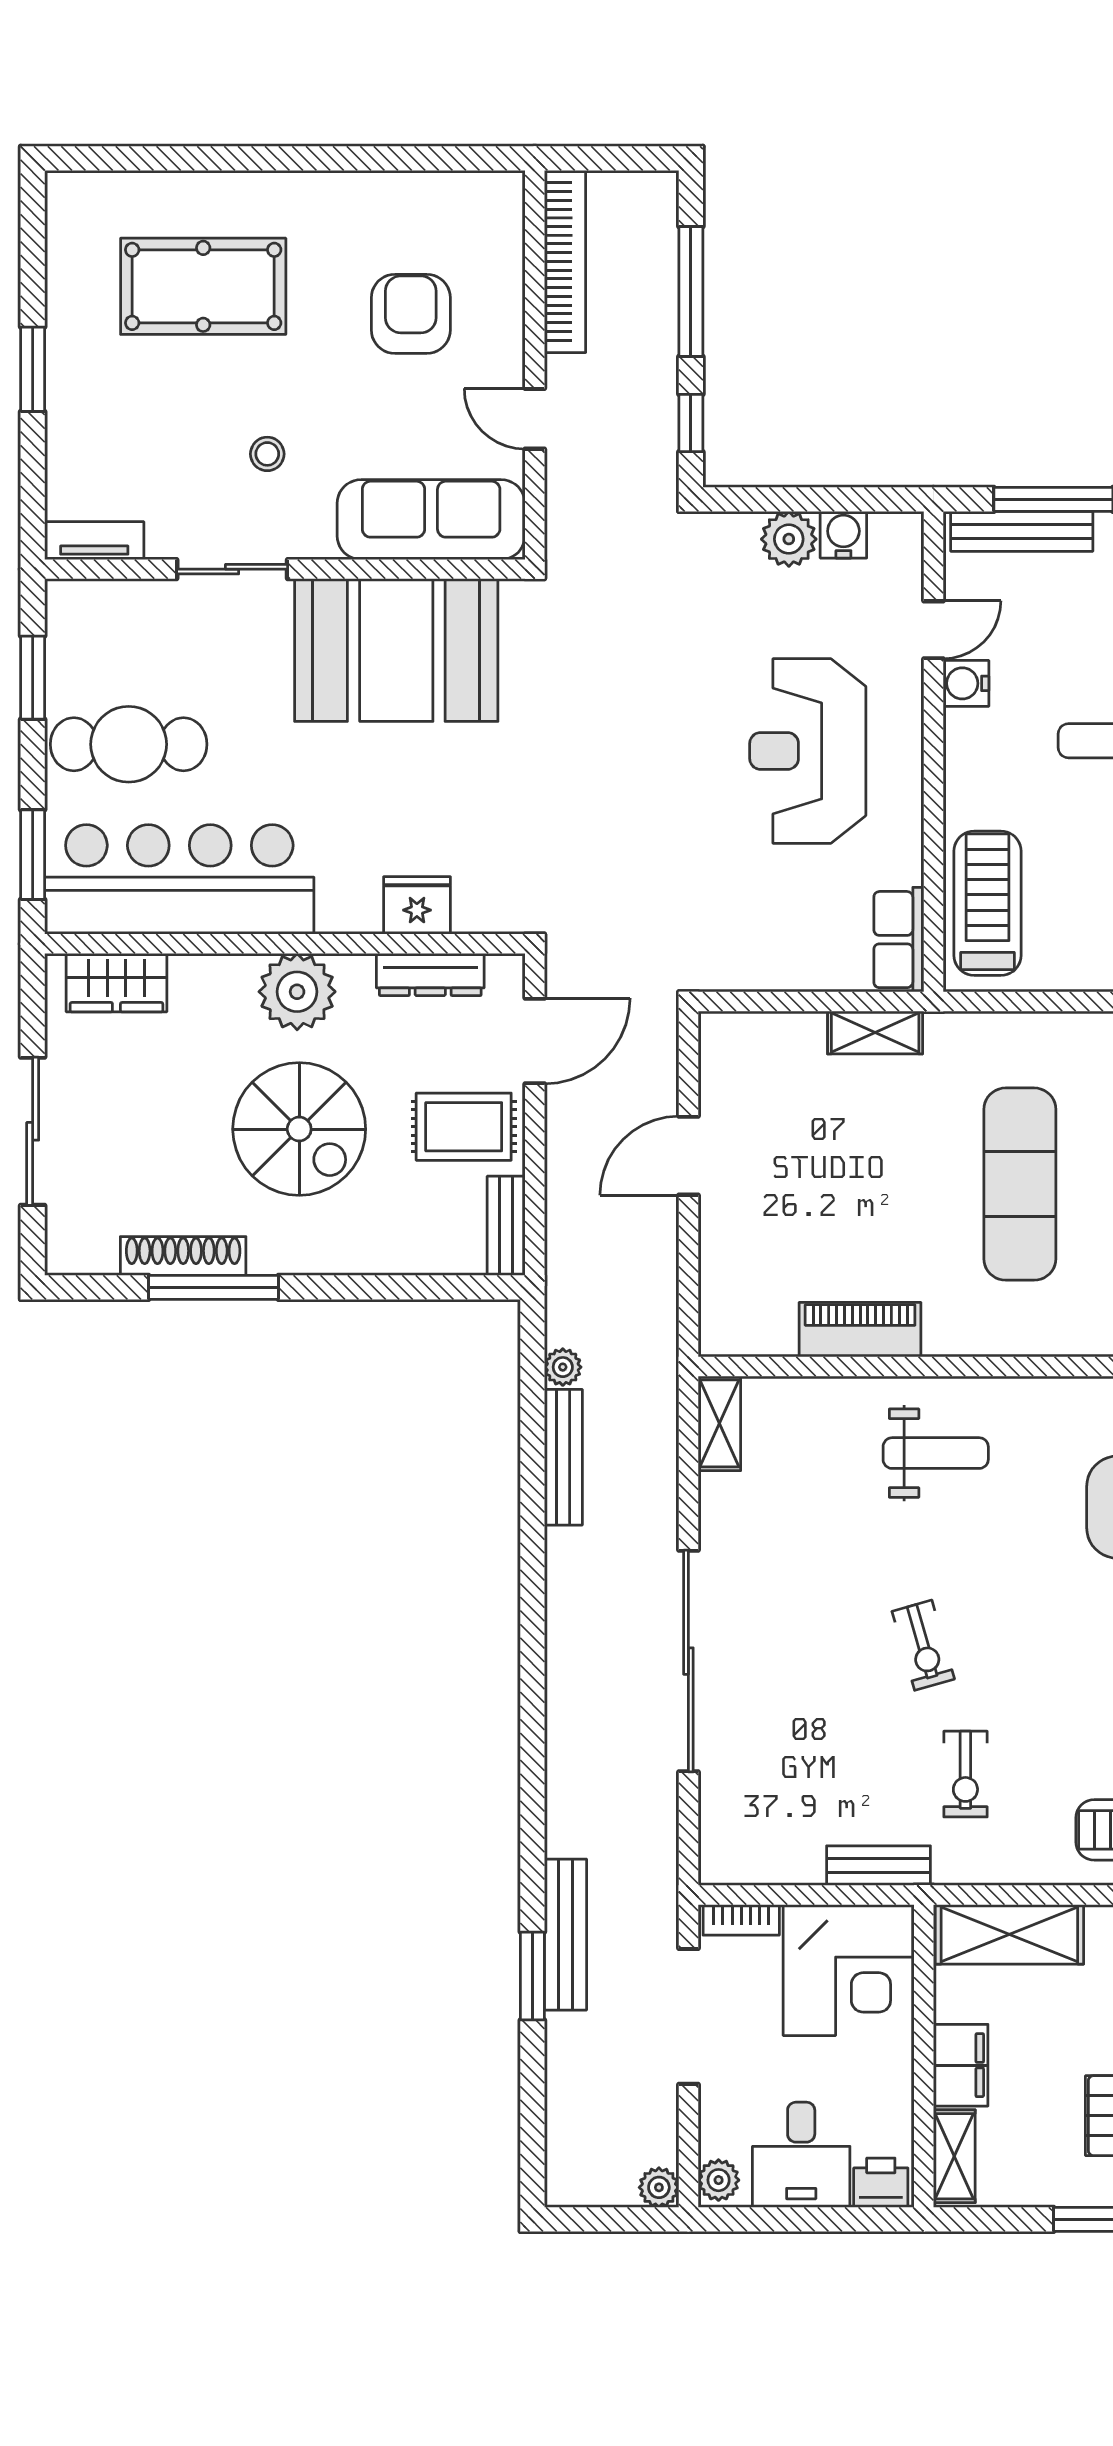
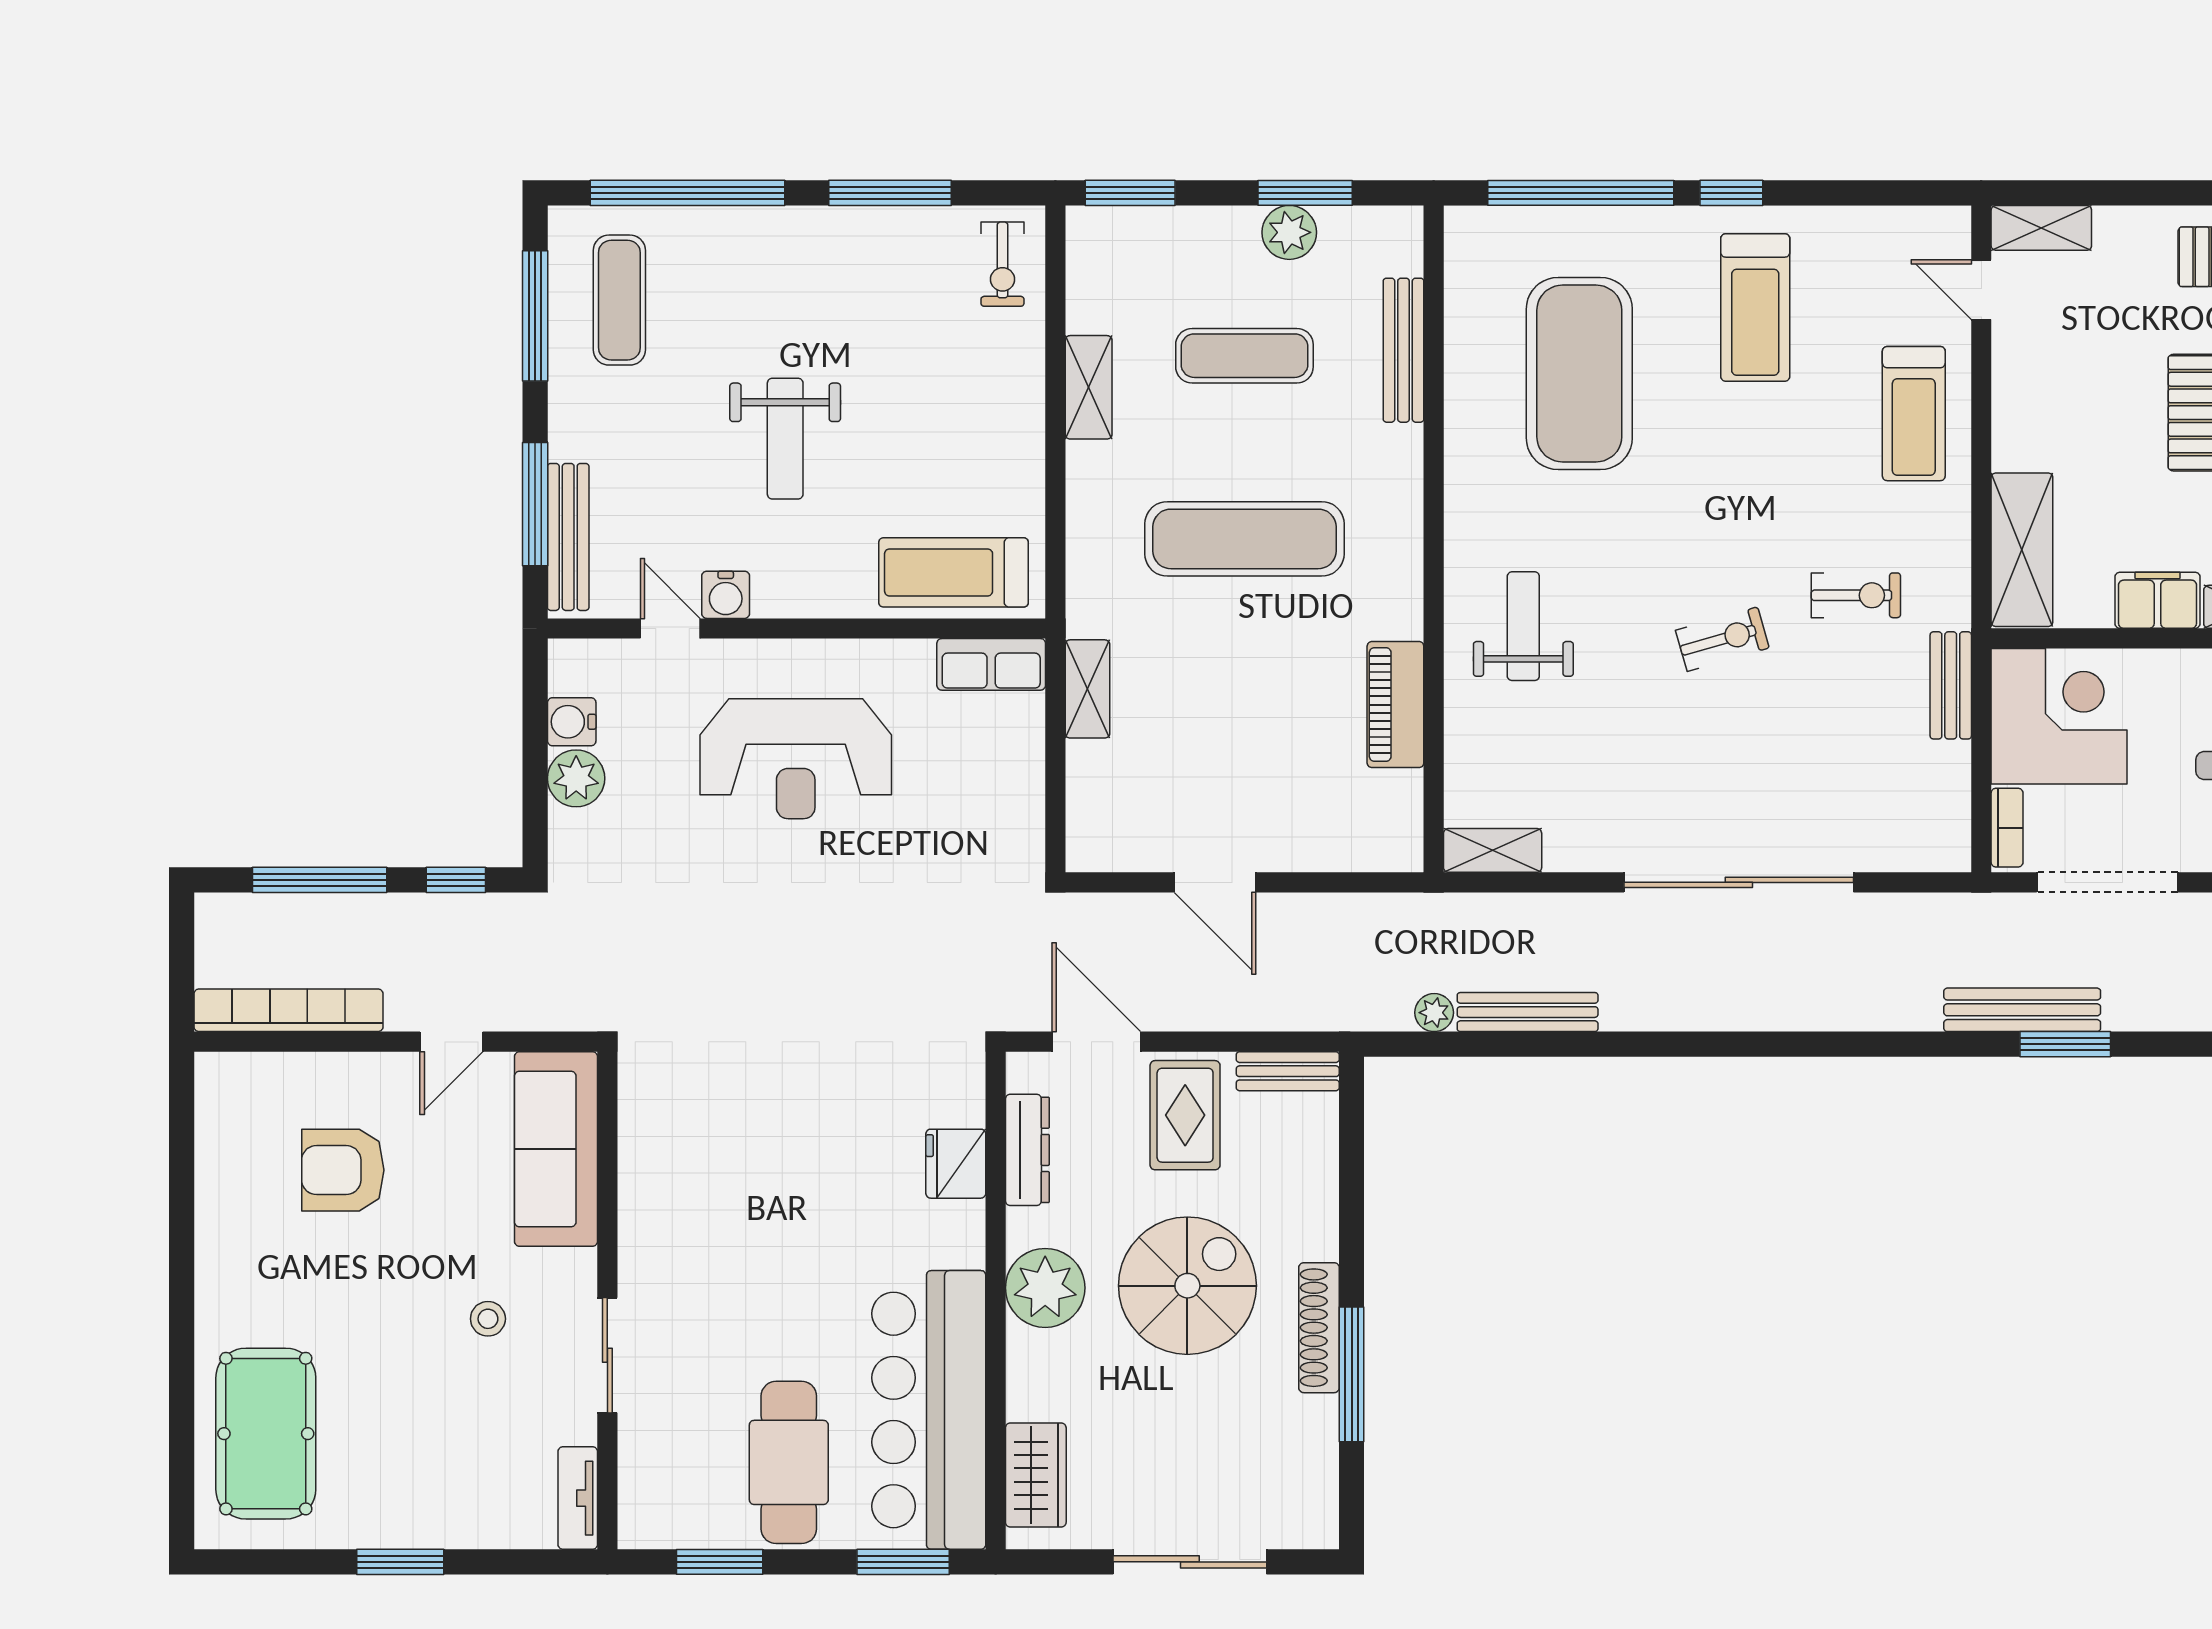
pool table: (203, 286) -> (266, 1434), moved
booth: (396, 650) -> (691, 1185), removed
shoe rack: (183, 1256) -> (1319, 1328), moved

